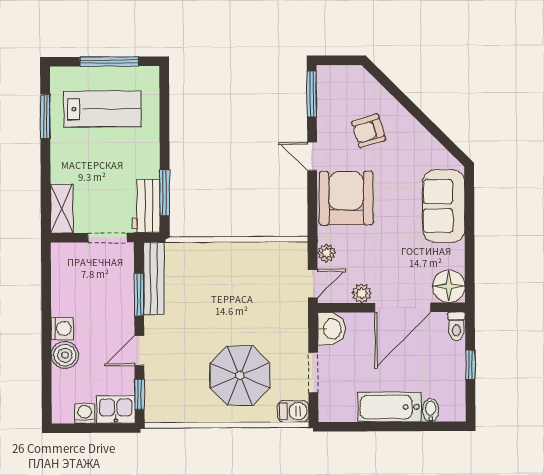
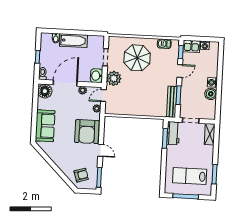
armchair: (369, 131) -> (81, 175), moved
plant: (291, 325) -> (114, 78), added
boiler: (65, 355) -> (211, 94), moved
barbecue: (293, 411) -> (164, 44), moved

